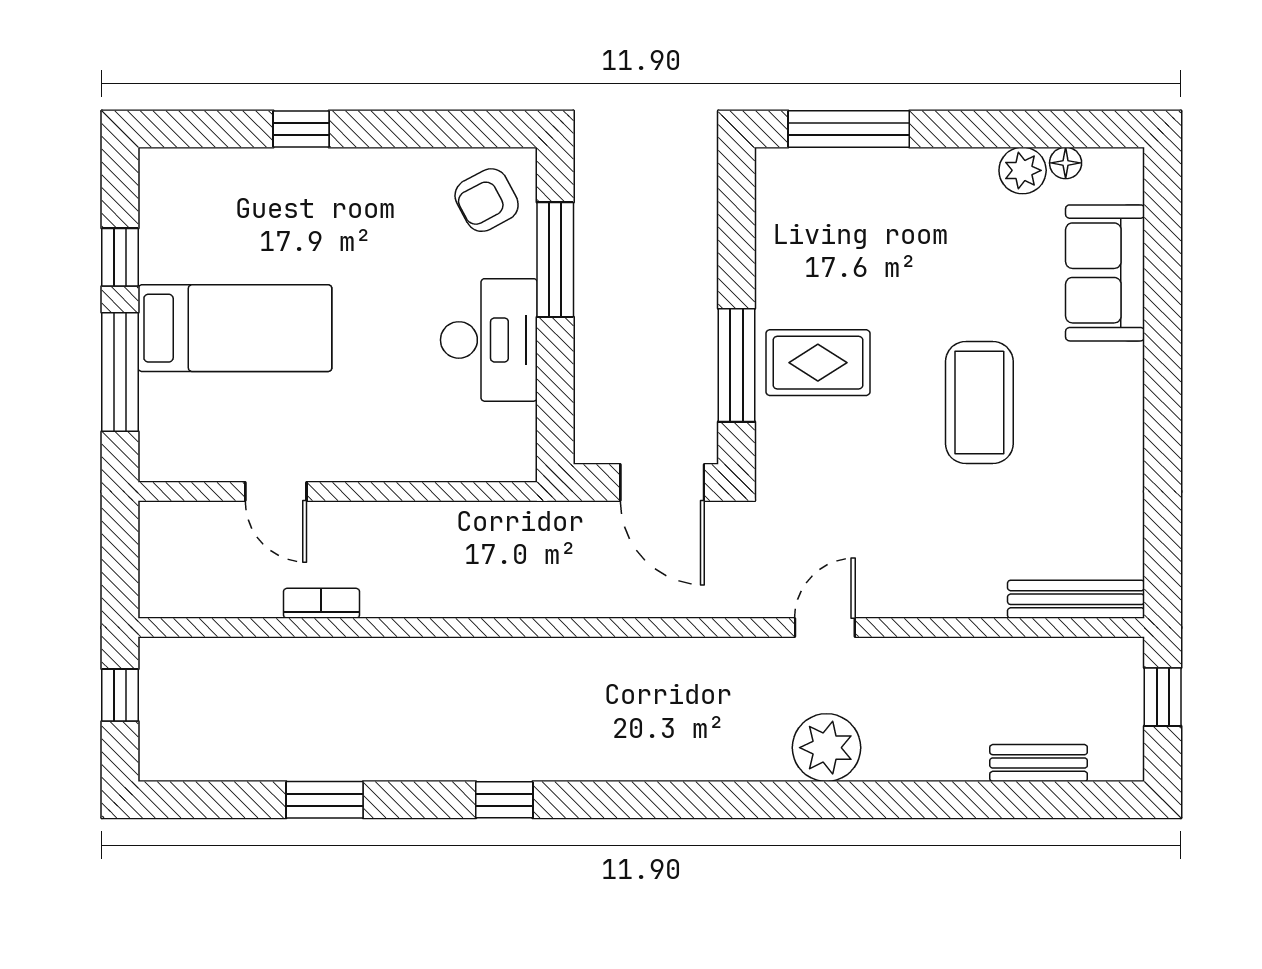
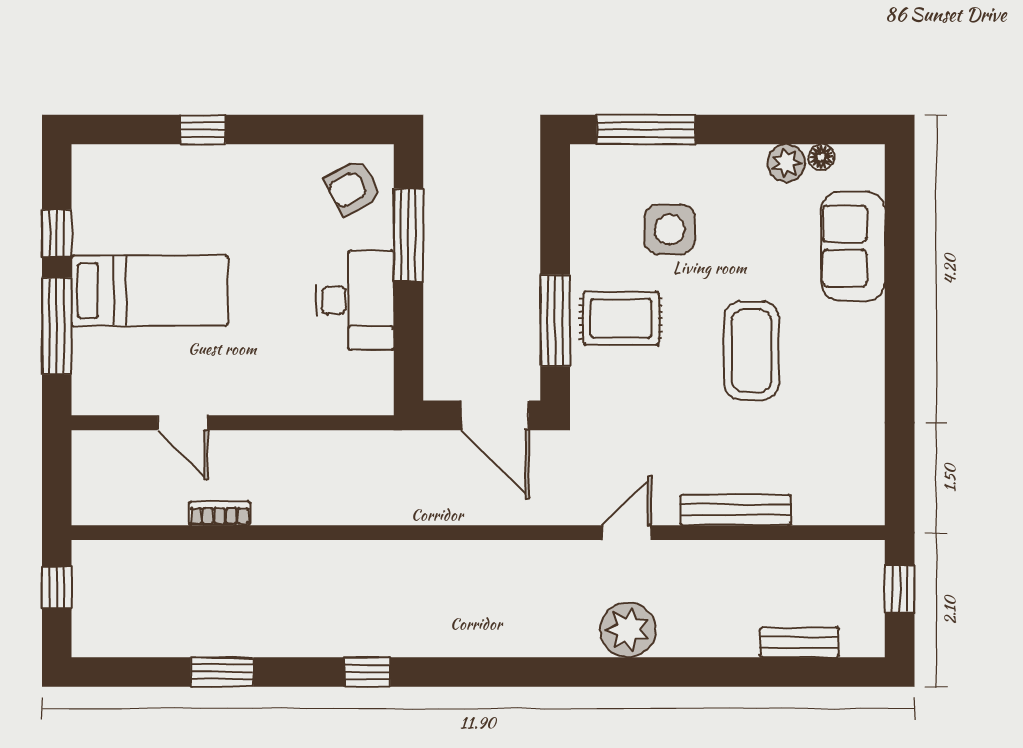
side table: (878, 252) -> (670, 229), added
bench: (1076, 599) -> (736, 510), moved

